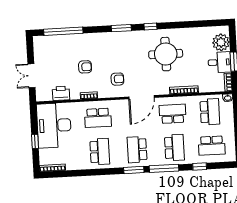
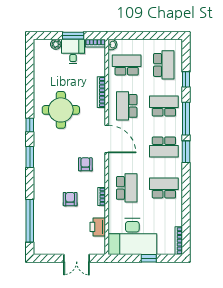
plant: (221, 42) -> (56, 44), width x0.53, depth x0.53

